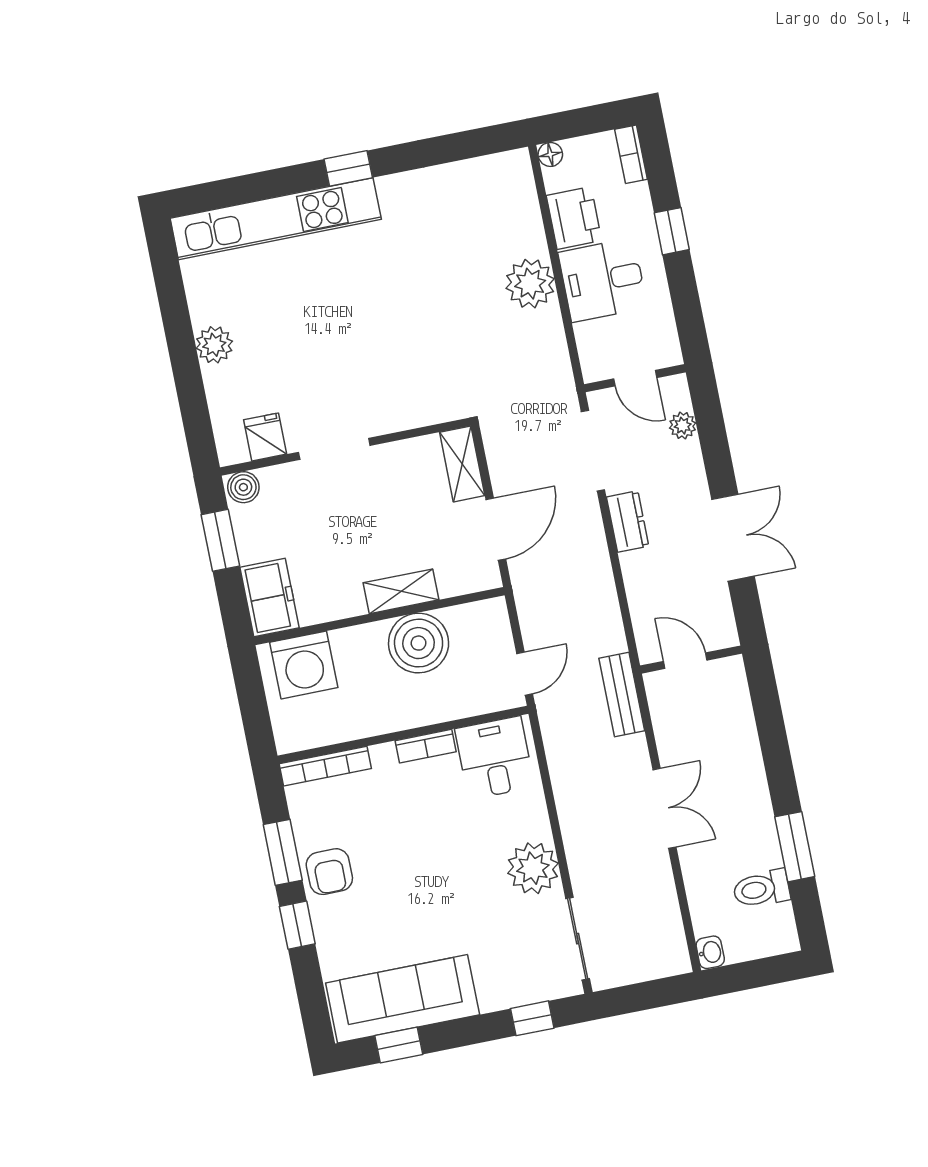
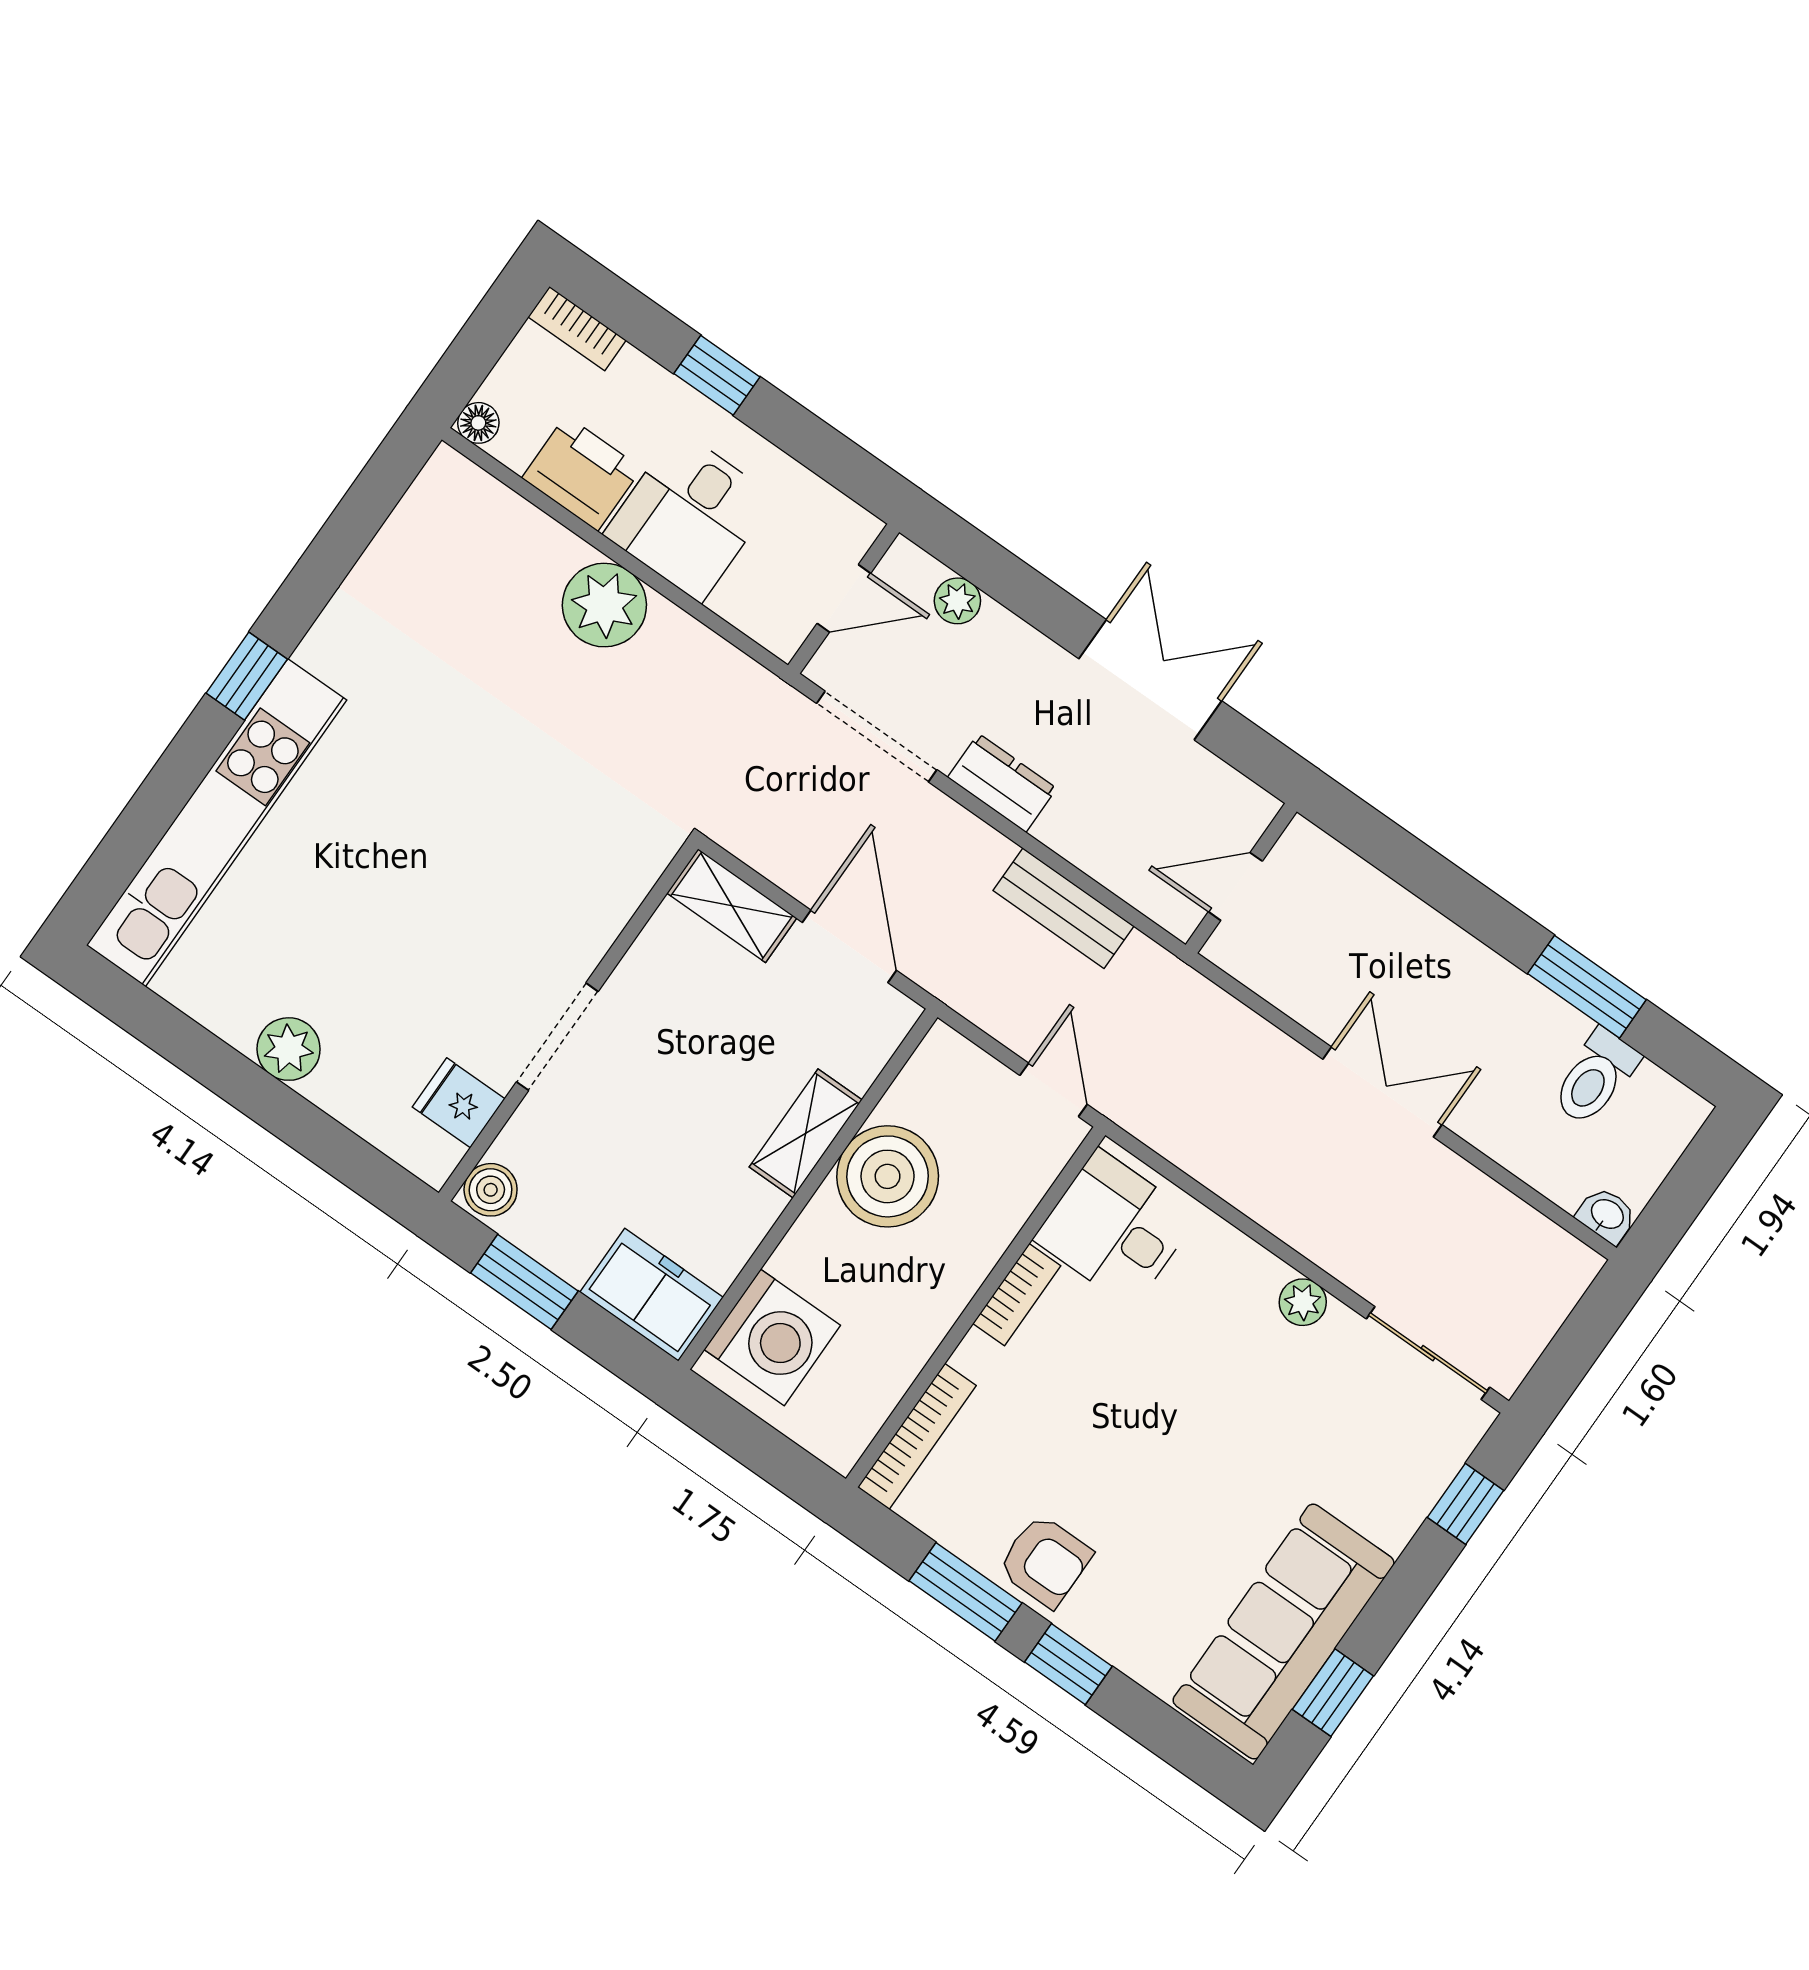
bench: (622, 694) -> (1063, 908), moved
plant: (533, 868) -> (1303, 1302), width x0.53, depth x0.53

